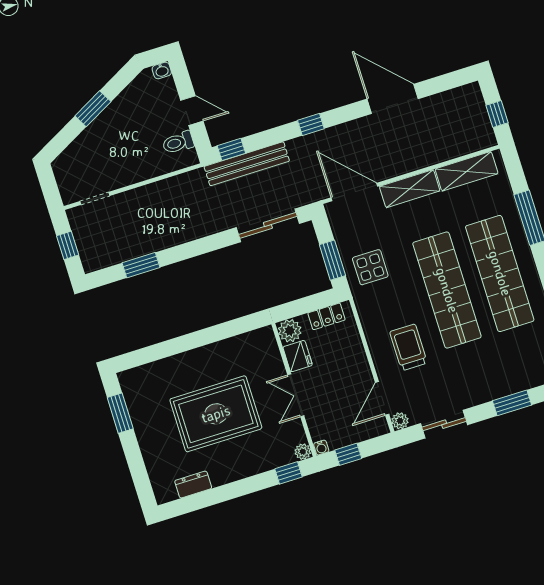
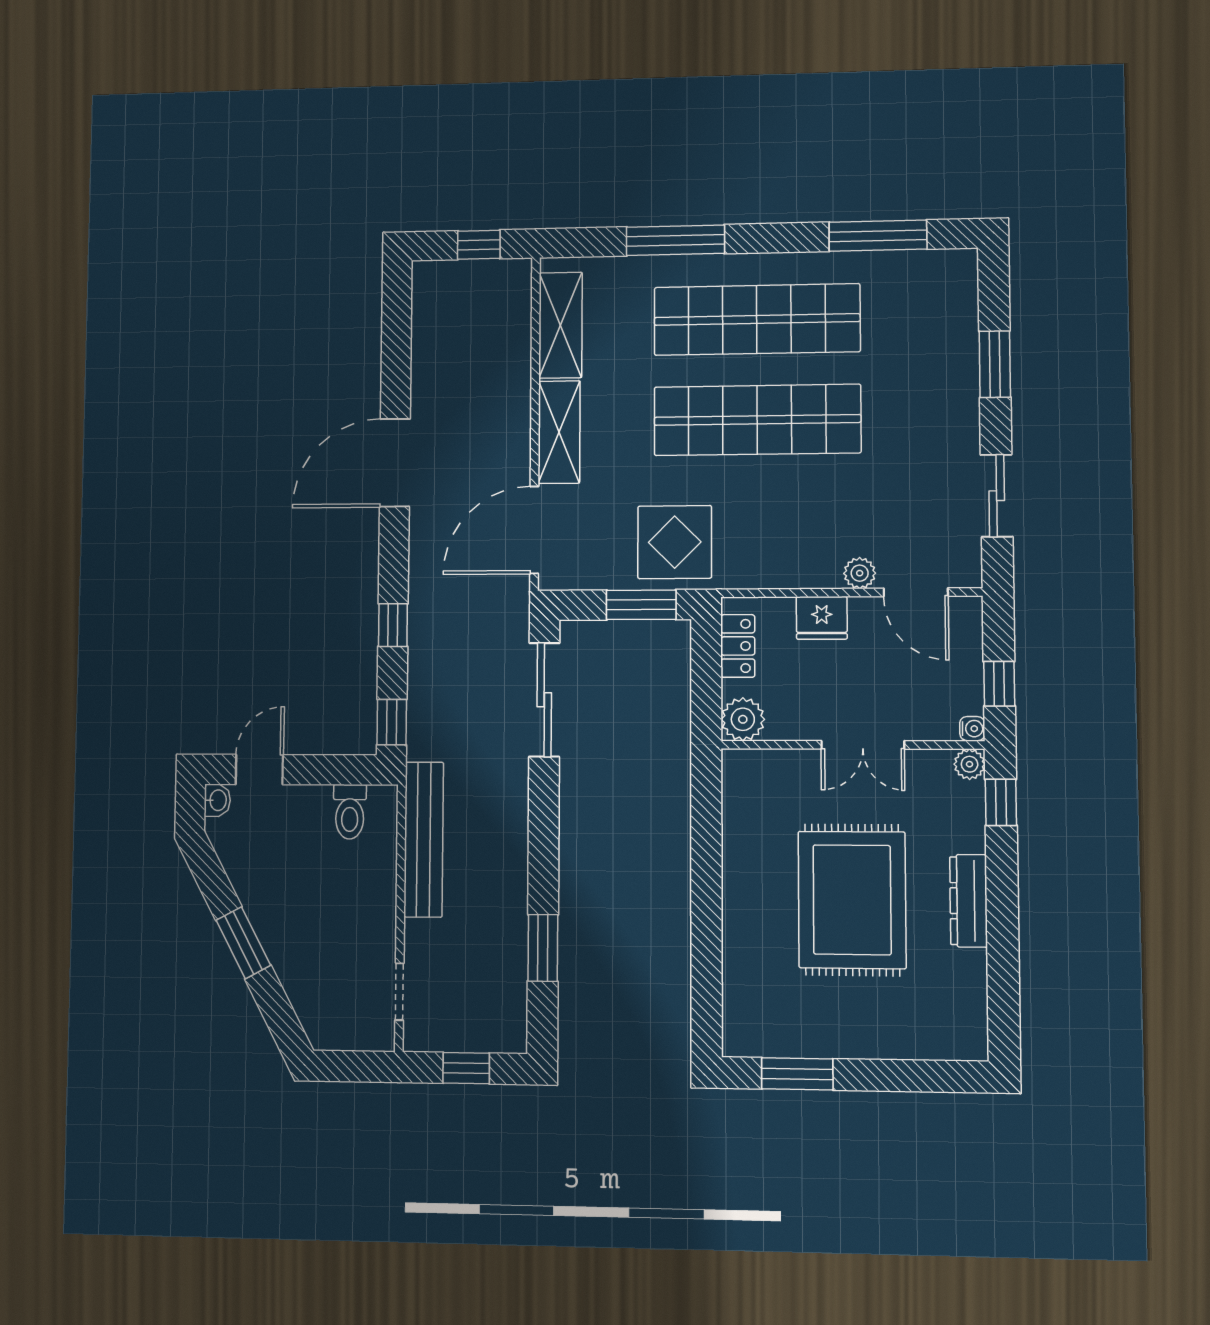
door: (393, 99) -> (395, 463), moved
door: (192, 111) -> (259, 770), moved
window: (311, 124) -> (393, 625), moved
bench: (247, 164) -> (424, 839), moved
display table: (370, 267) -> (675, 542), width x1.36, depth x1.36
trolley: (408, 347) -> (838, 518), removed
fridge: (298, 356) -> (822, 618), moved, turned 180
plant: (400, 421) -> (860, 573), moved
dresser: (193, 485) -> (969, 901), moved, width x1.44

